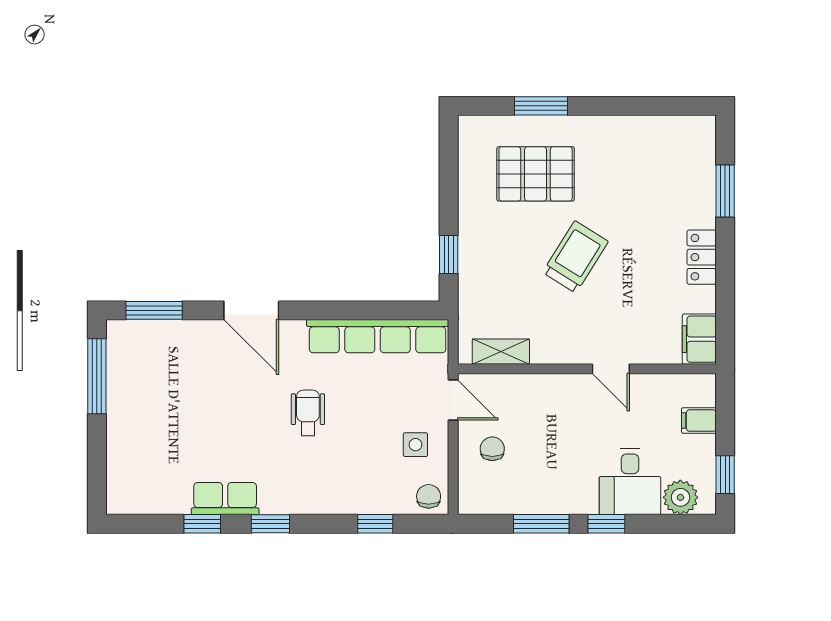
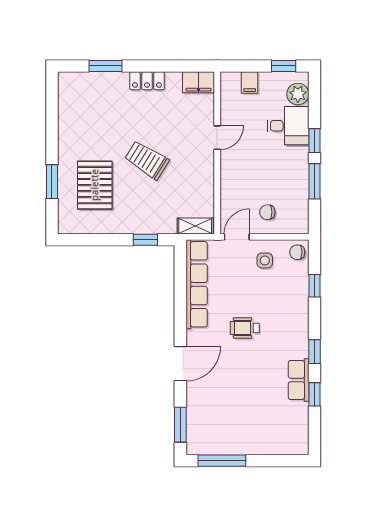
shelving: (501, 352) -> (195, 226), moved, turned 90

